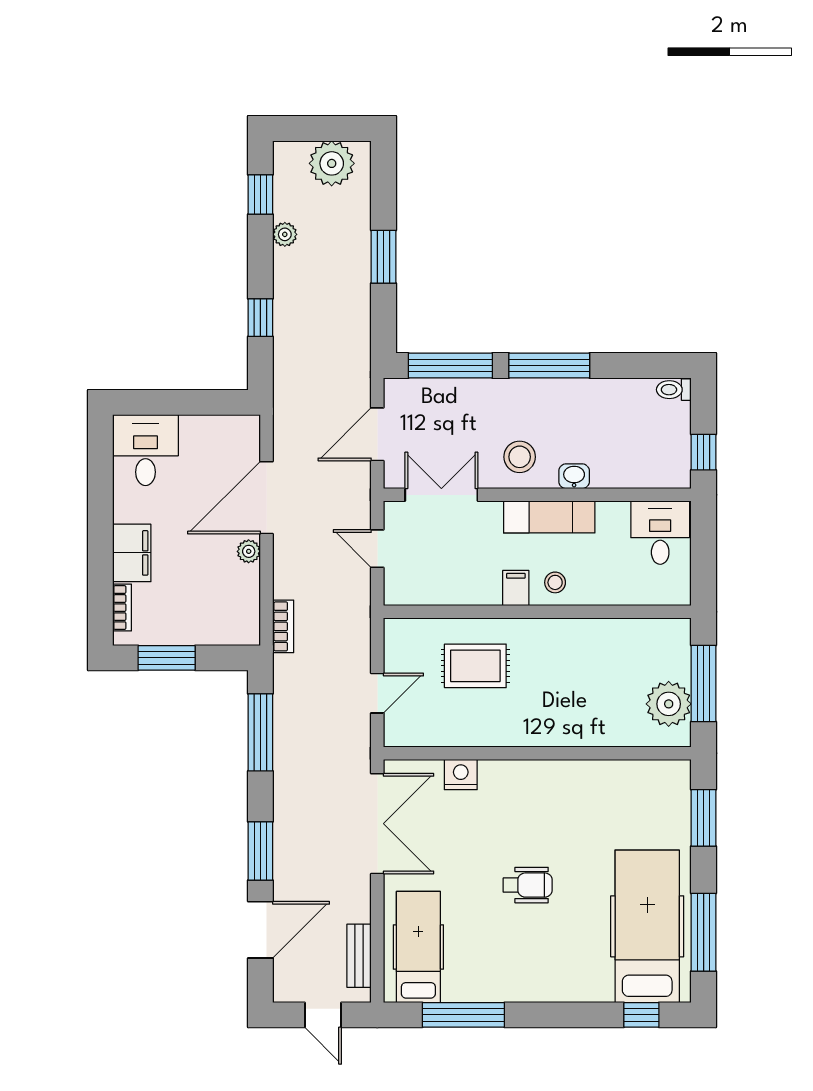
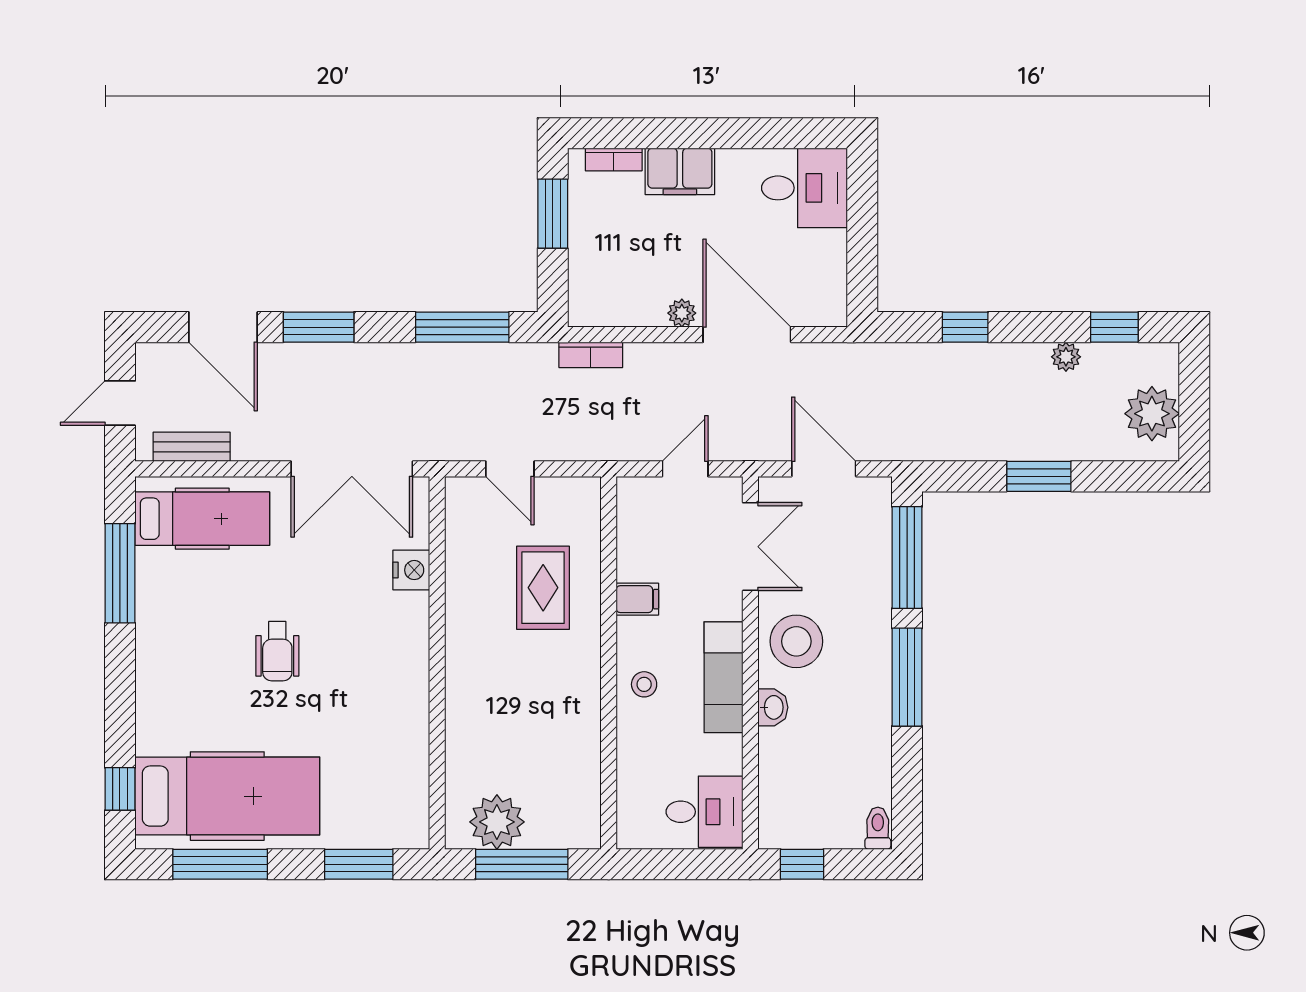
stool: (520, 457) -> (796, 641), width x1.38, depth x1.38
filing cabinet: (516, 588) -> (637, 599), moved

